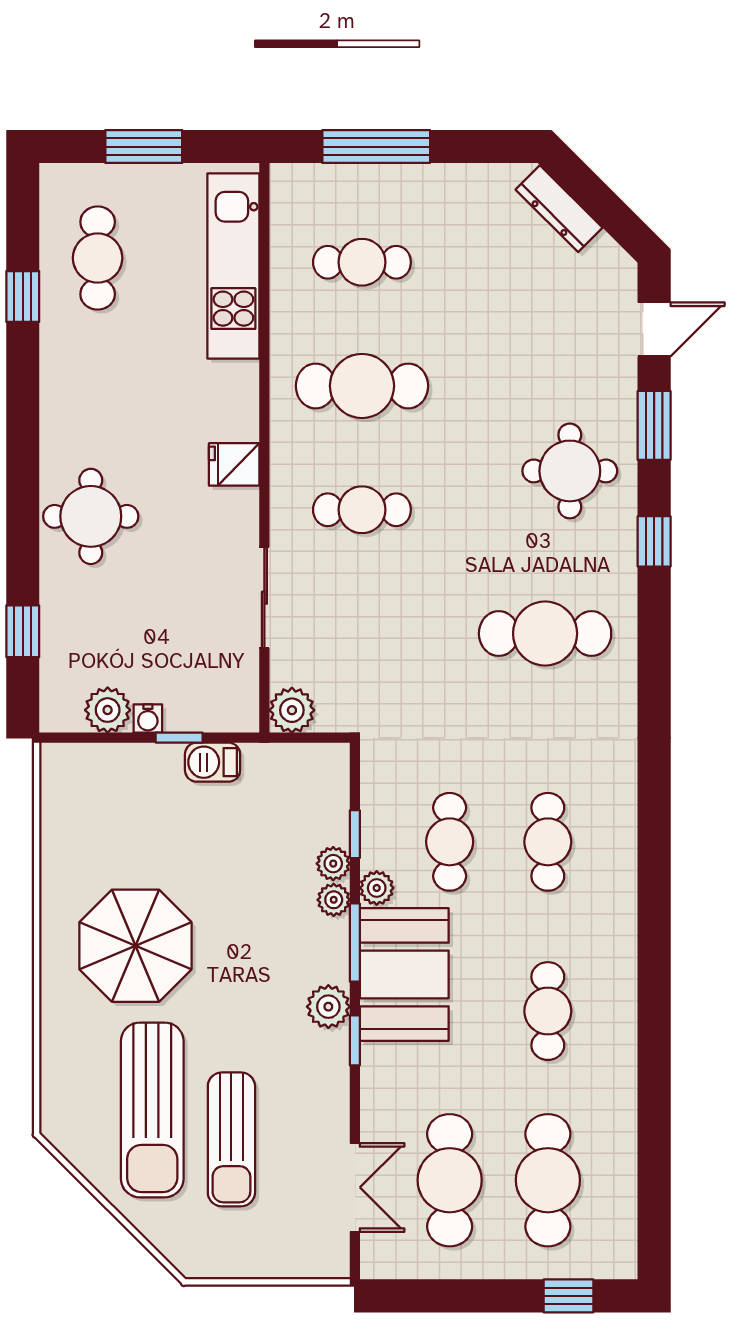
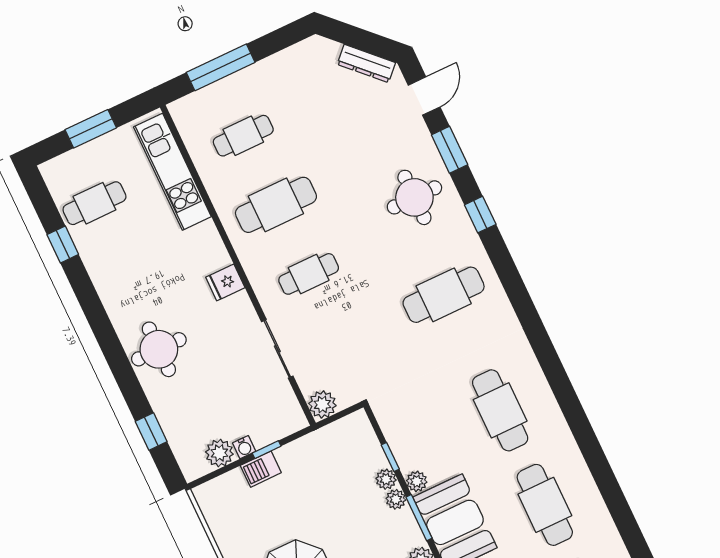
dresser: (559, 209) -> (366, 63), moved
cafe table: (98, 258) -> (94, 203), turned 90
barbecue: (213, 762) -> (261, 469), moved
cafe table: (450, 842) -> (445, 436), removed
cafe table: (548, 842) -> (500, 410), width x1.37, depth x1.35
cafe table: (548, 1011) -> (545, 505), width x1.37, depth x1.35

